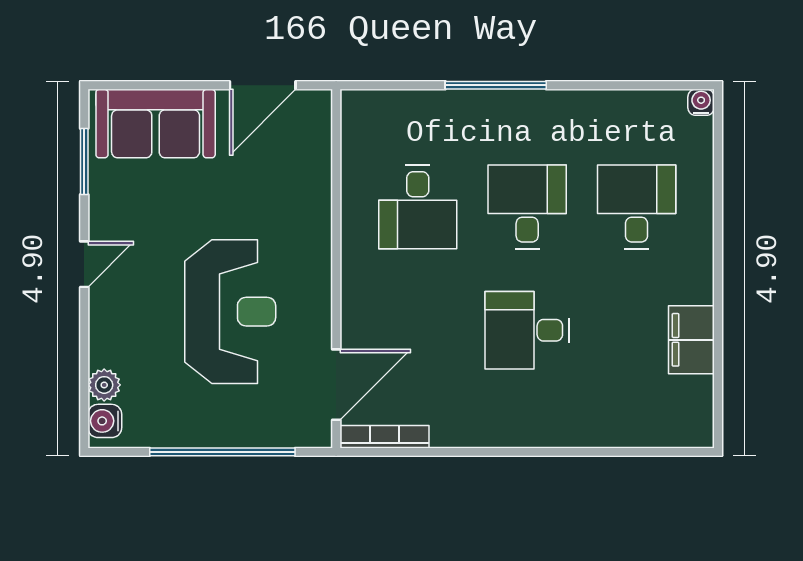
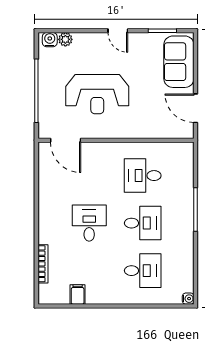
filing cabinet: (691, 340) -> (78, 294), width x0.50
bookcase: (384, 437) -> (43, 264), moved

